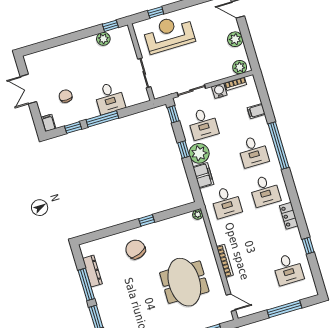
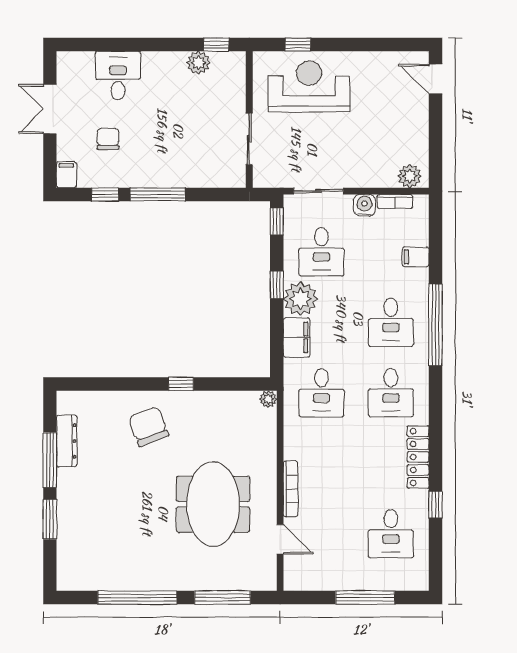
plant: (235, 39) -> (416, 128), removed
desk: (110, 98) -> (118, 76), moved, turned 180
locker: (289, 216) -> (418, 457), width x1.53
door: (231, 303) -> (280, 539), moved

